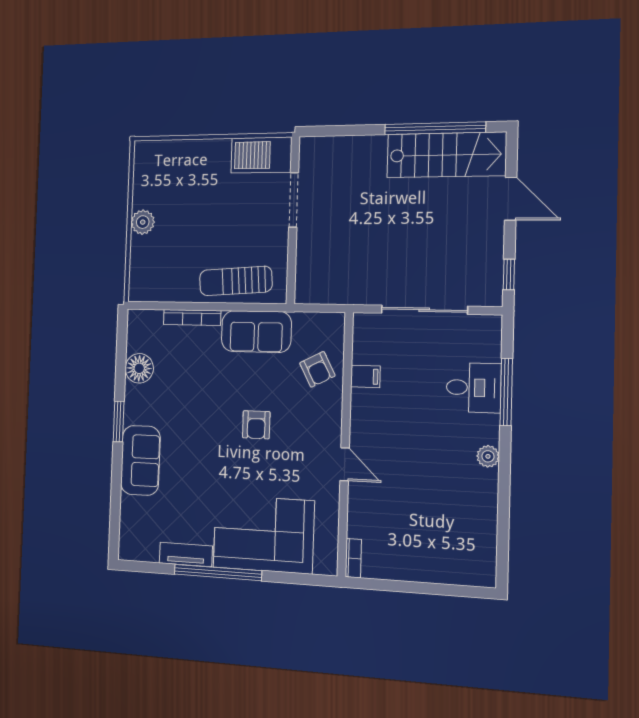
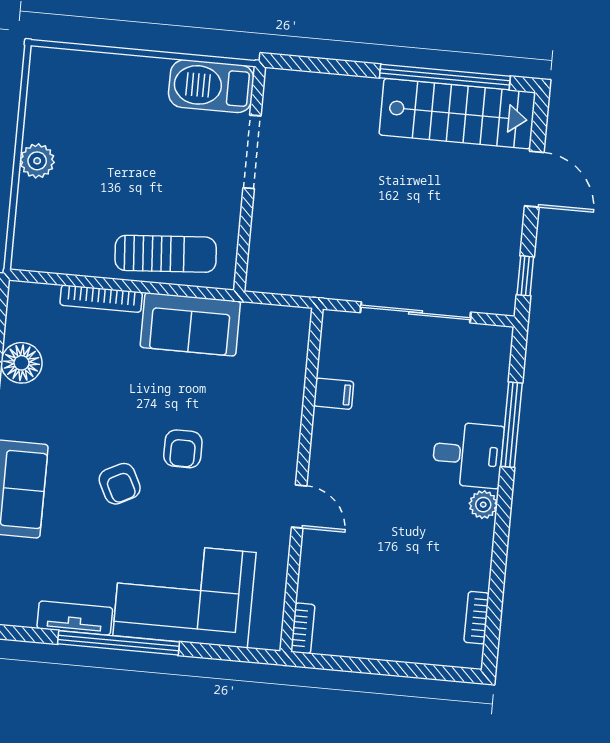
sun lounger: (236, 281) -> (166, 254), turned 180
armchair: (317, 369) -> (120, 484), moved
desk: (474, 388) -> (468, 455), moved
bookcase: (489, 546) -> (477, 618), added

